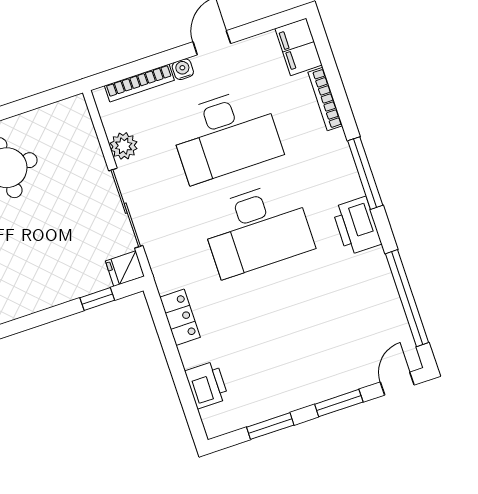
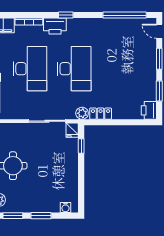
plant: (124, 146) -> (82, 113), moved
window: (365, 173) -> (66, 15), width x0.46
printer: (357, 226) -> (55, 26), moved
printer: (207, 385) -> (149, 110), moved, turned -90

